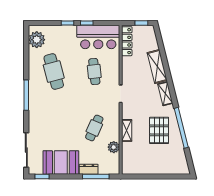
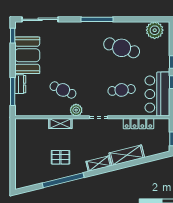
locker: (127, 41) -> (138, 124), moved
cafe table: (54, 72) -> (122, 48), turned 33
pallet: (159, 130) -> (60, 157), width x0.67, depth x0.71
plant: (114, 147) -> (76, 110), moved

